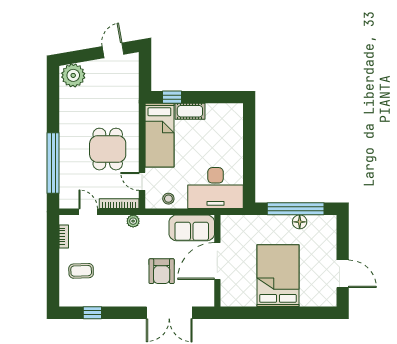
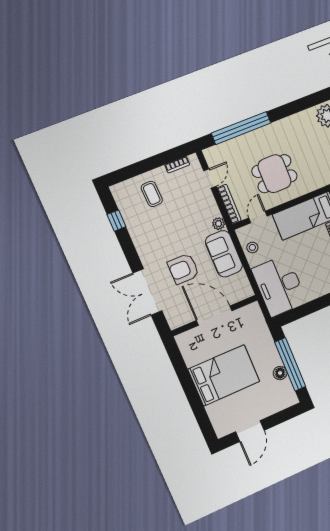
sofa: (192, 228) -> (224, 254), moved

